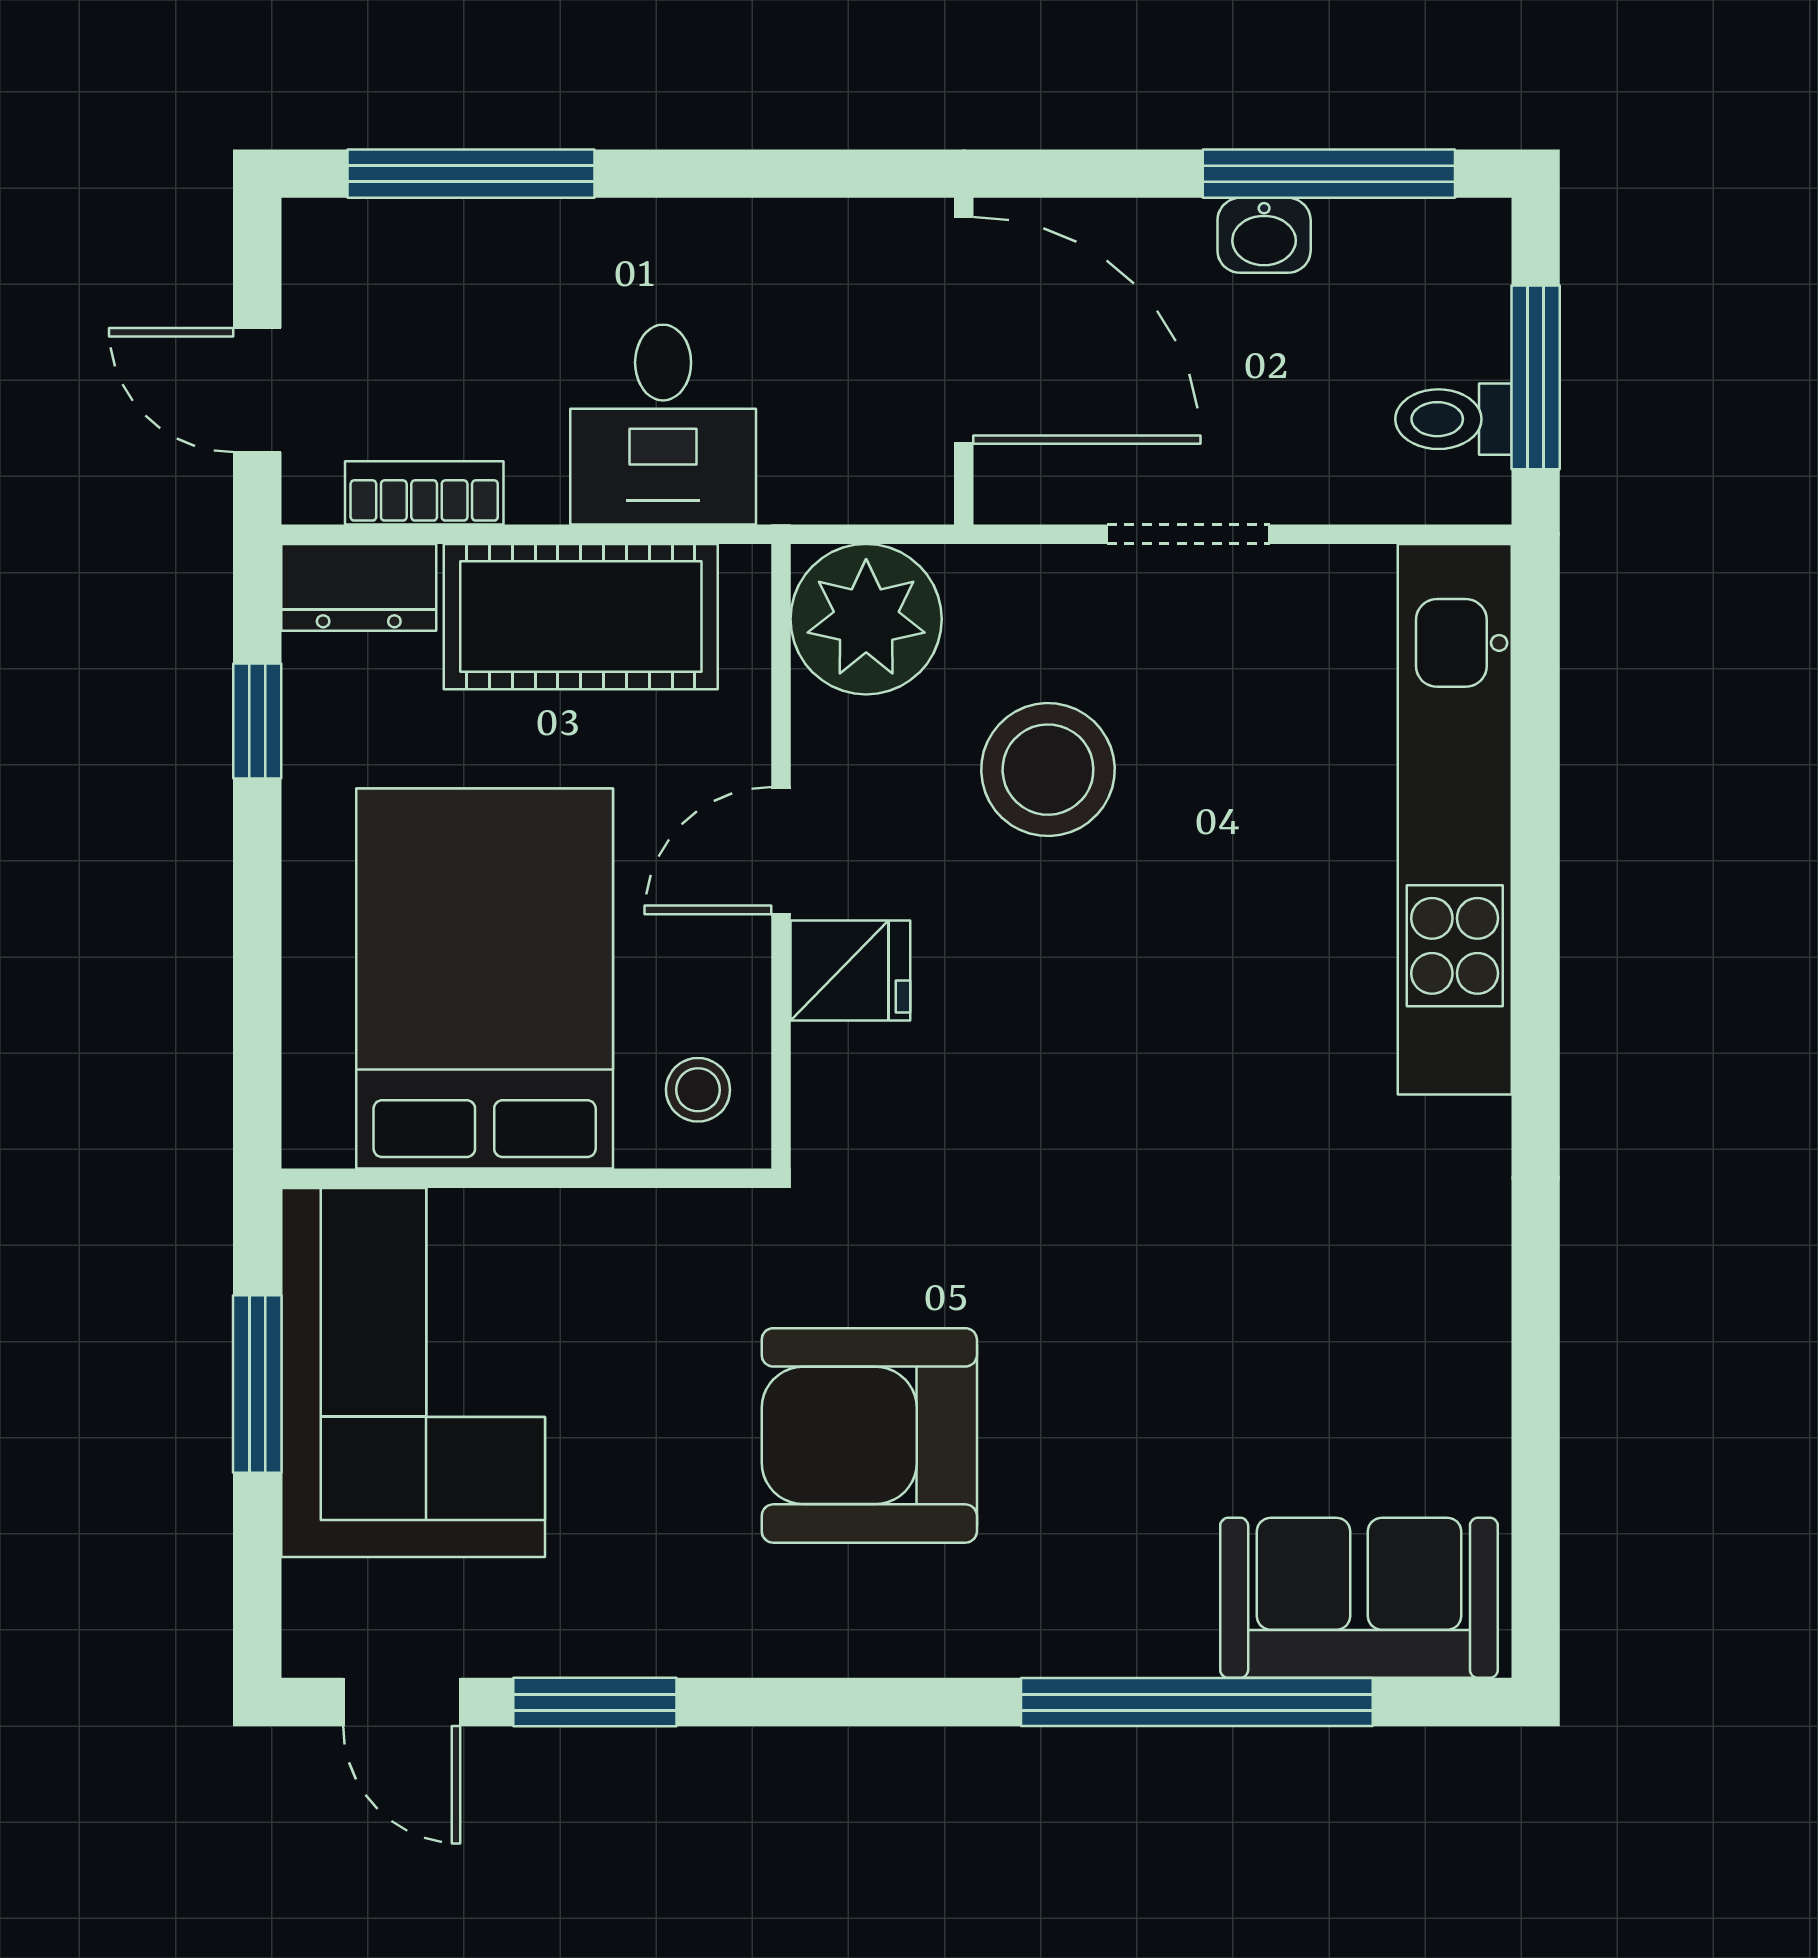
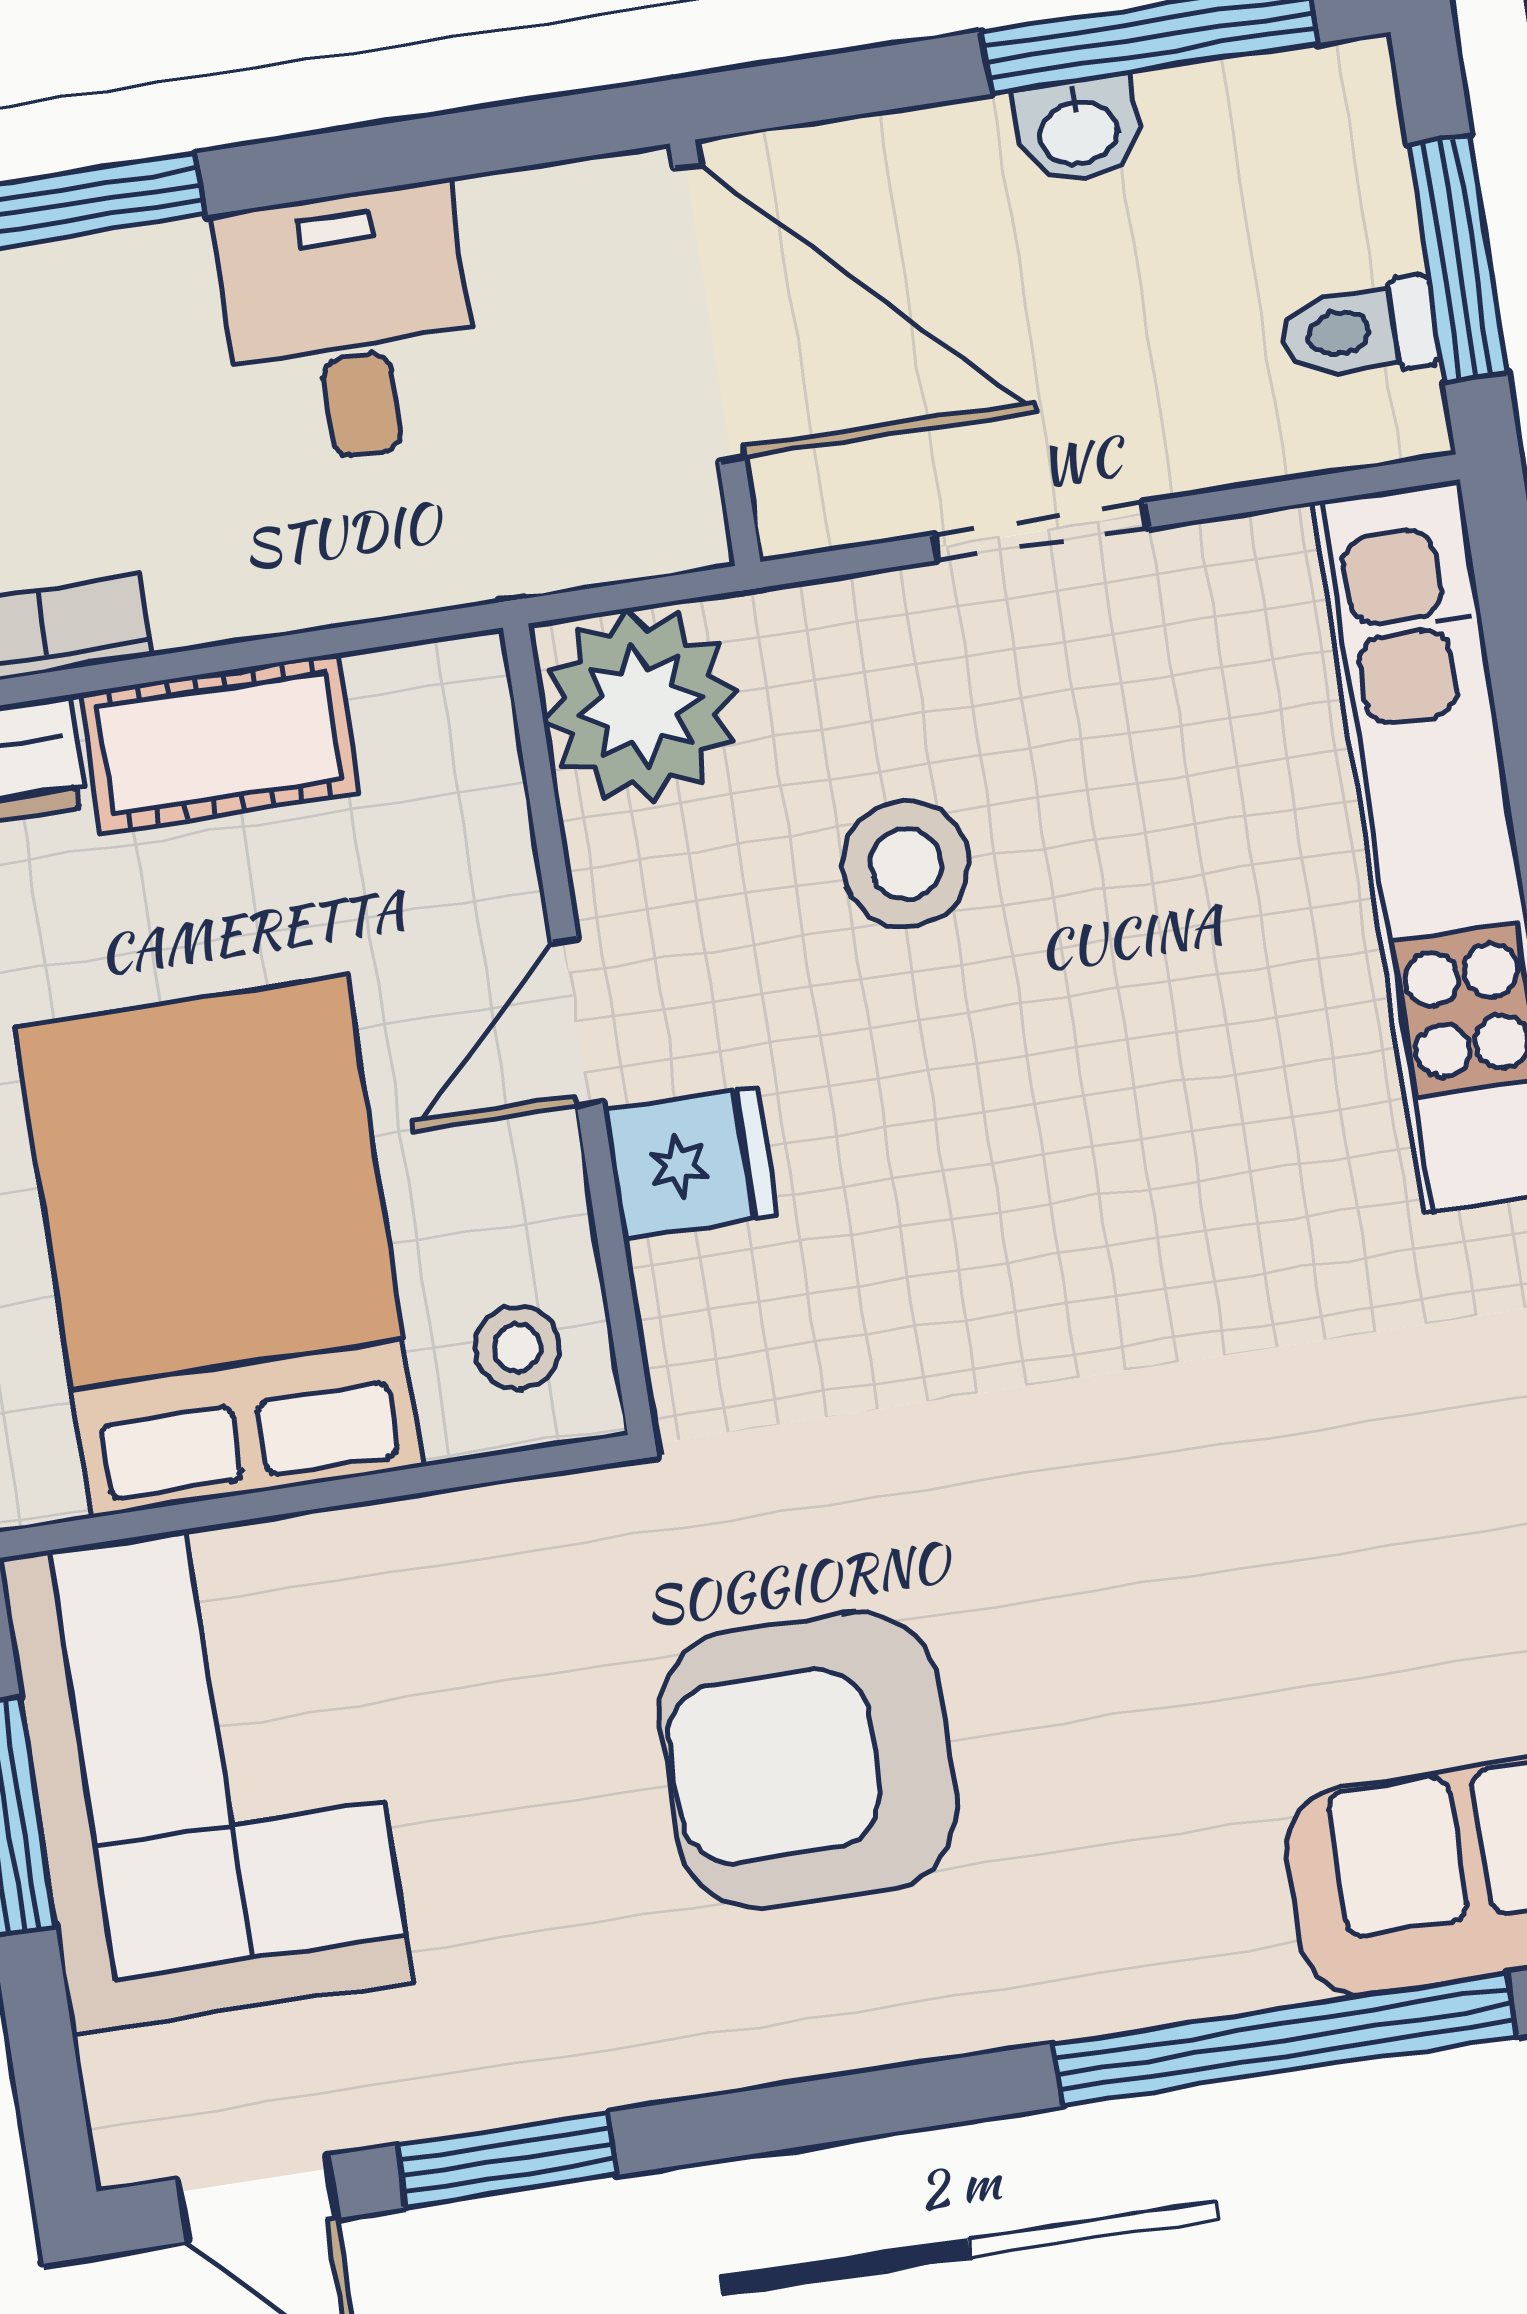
desk: (663, 425) -> (349, 325), moved, turned 180
cot: (581, 617) -> (220, 743), width x0.73, depth x0.75
stool: (1048, 770) -> (906, 864), width x0.73, depth x0.73

